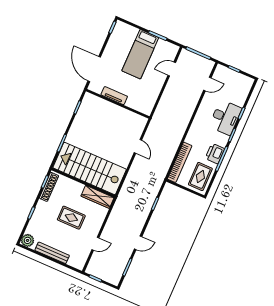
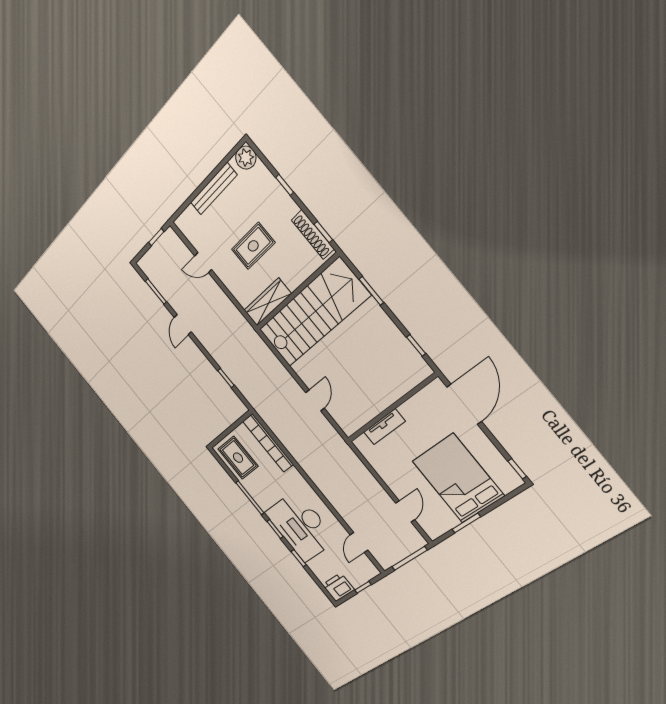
bed: (140, 54) -> (458, 478), width x1.50
door: (94, 69) -> (464, 404), hinge flipped
tv unit: (114, 96) -> (384, 427), moved
desk: (225, 117) -> (301, 526), width x1.36, depth x1.30
door: (138, 146) -> (315, 400), swing flipped
printer: (215, 154) -> (338, 587), moved, turned -90
door: (95, 244) -> (203, 263), hinge flipped

